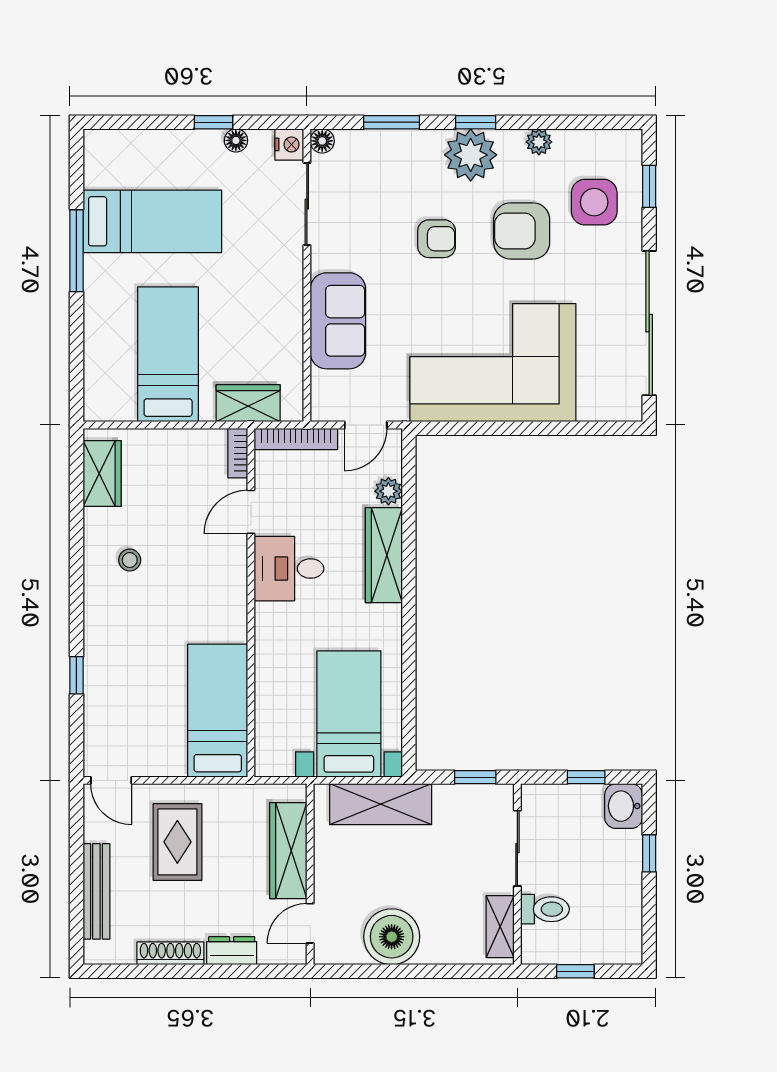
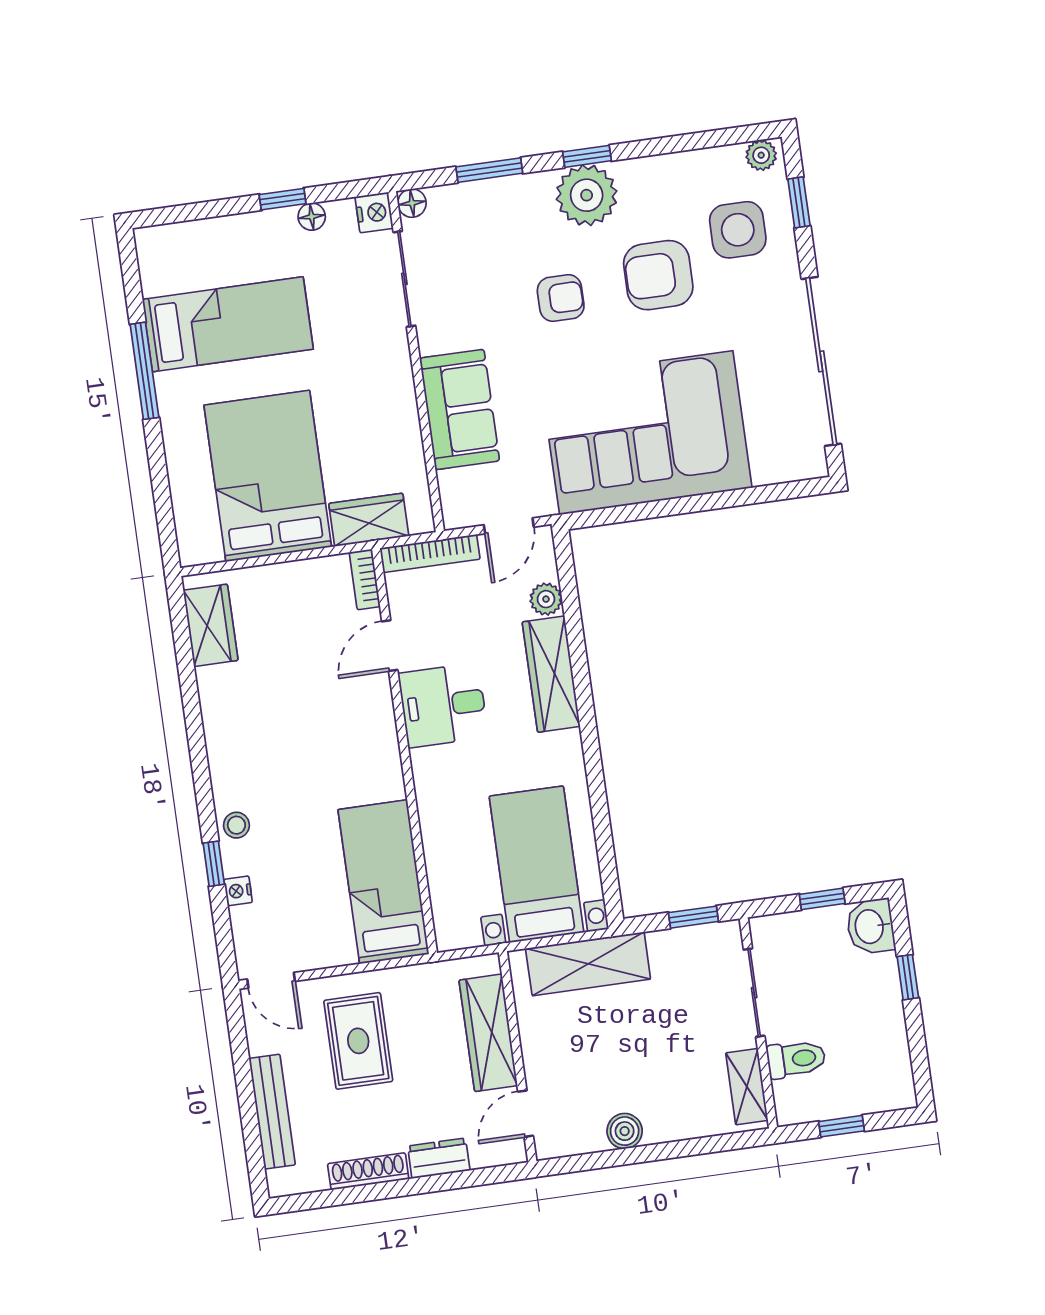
plant: (539, 142) -> (761, 155), moved
bed: (168, 354) -> (268, 476), width x1.50
stool: (130, 560) -> (236, 825), moved
nightstand: (94, 701) -> (238, 891), added
boiler: (392, 937) -> (625, 1131), width x0.54, depth x0.54

